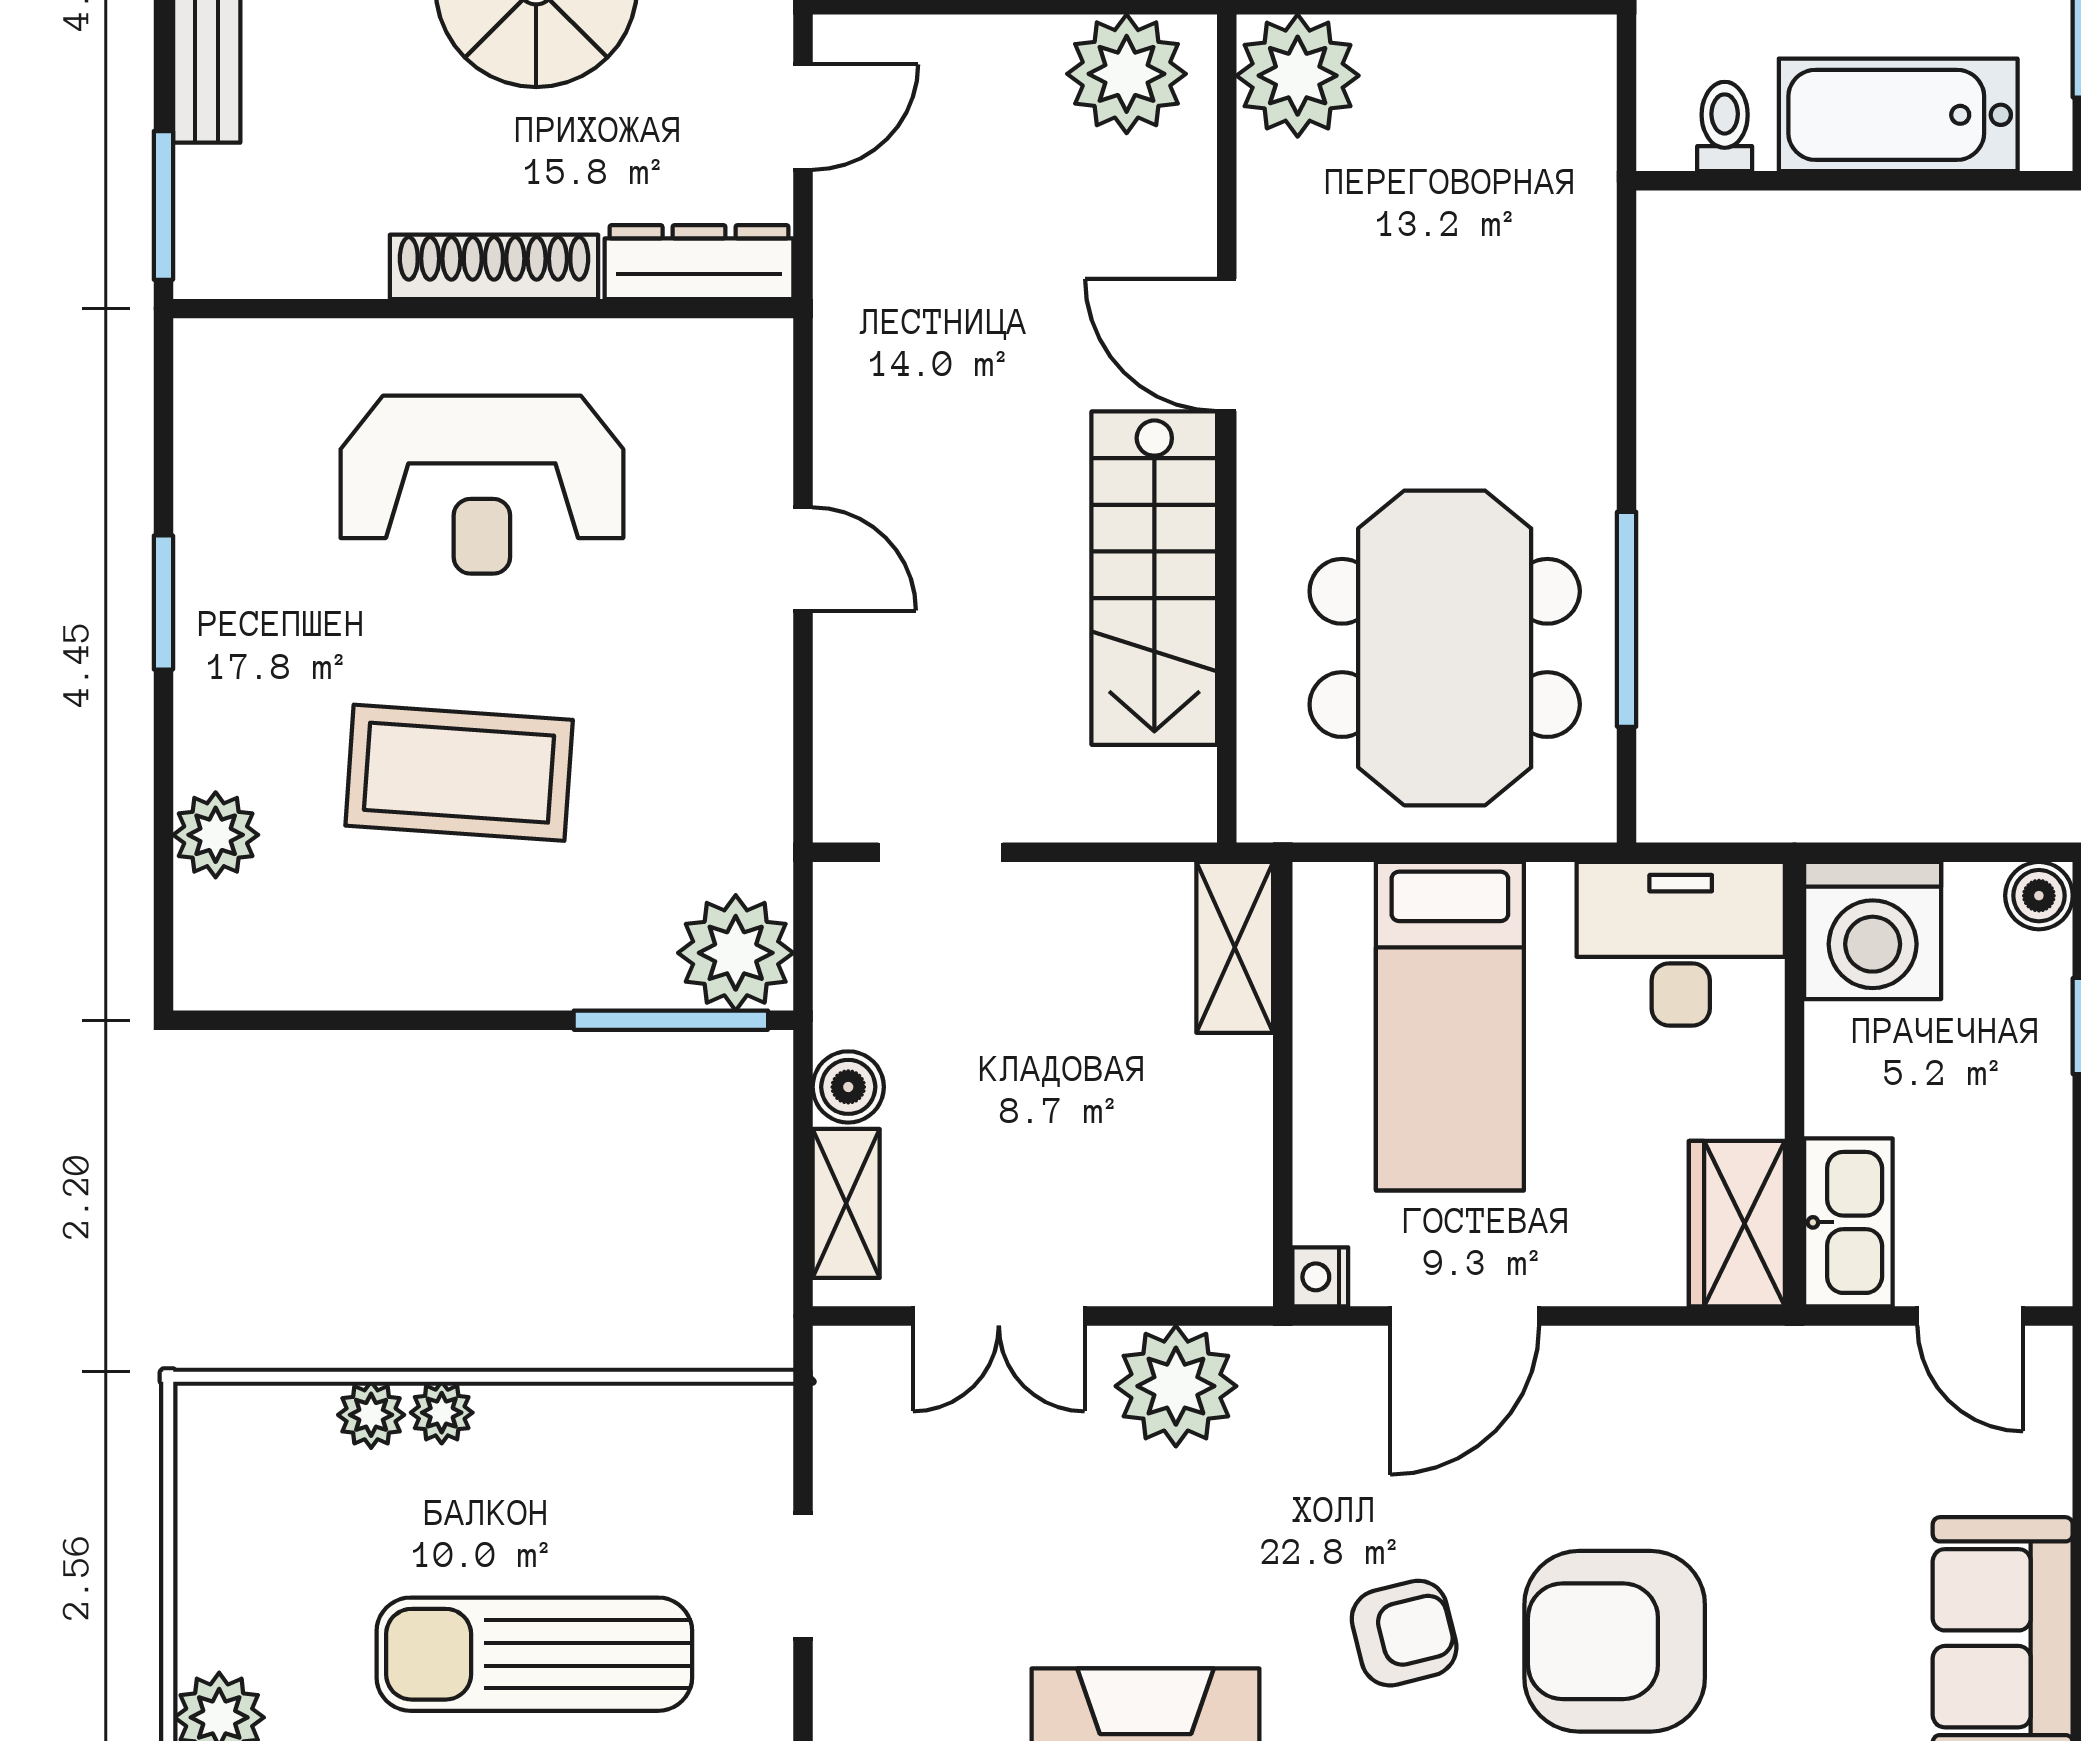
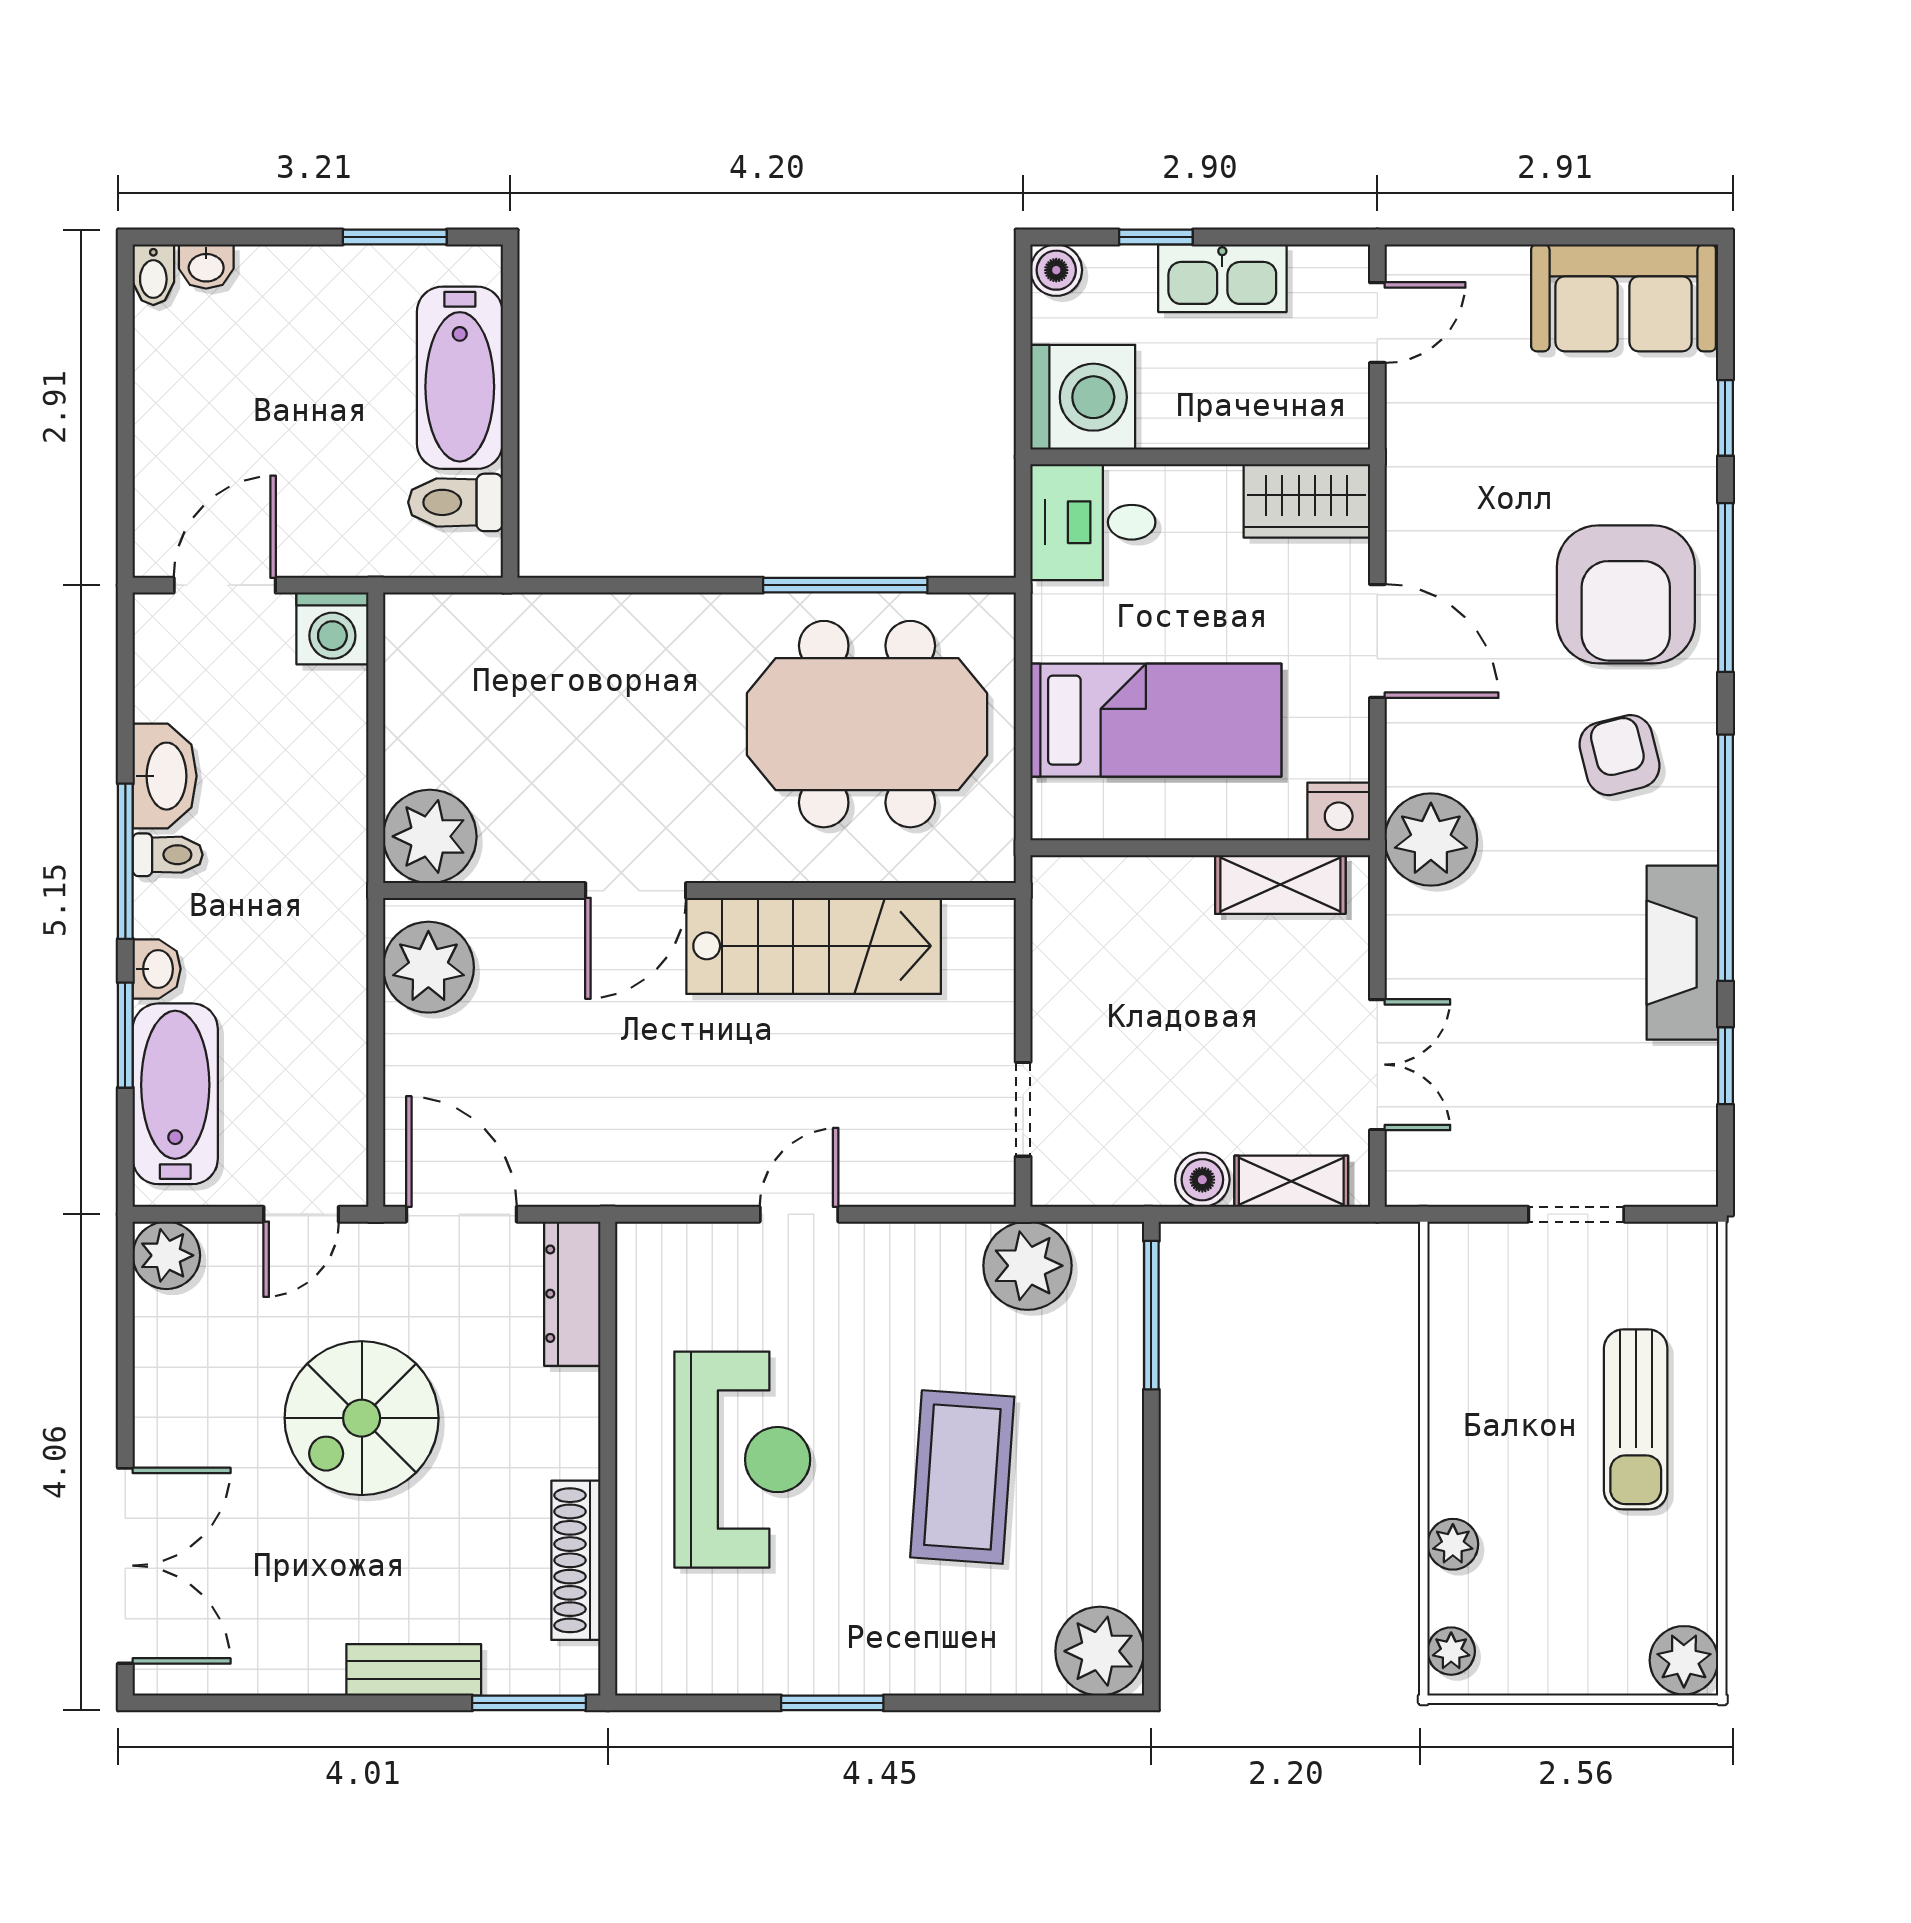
door: (803, 117) -> (461, 1214), width x1.38
toilet: (1725, 126) -> (455, 502), width x1.37, depth x1.39
shoe rack: (494, 267) -> (576, 1560), moved
plant: (216, 835) -> (1100, 1651), moved, width x1.36, depth x1.36
desk: (1681, 944) -> (1093, 522), width x0.73
shelving: (1235, 947) -> (1280, 884), moved
plant: (736, 953) -> (1027, 1266), moved
kitchen sink: (1848, 1222) -> (1222, 278), moved, turned 180
nightstand: (1320, 1277) -> (1339, 812), width x1.39, depth x1.35
door: (1465, 1316) -> (1377, 641), moved
plant: (1176, 1386) -> (1431, 839), moved
plant: (442, 1413) -> (1451, 1651), moved
sun lounger: (534, 1654) -> (1636, 1419), width x0.73, depth x0.75

